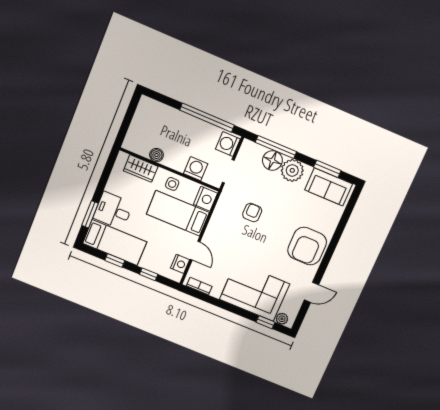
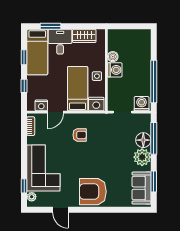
wardrobe: (141, 169) -> (84, 36), moved, turned -90
washing machine: (196, 169) -> (115, 70), moved
armchair: (252, 213) -> (80, 135), moved

